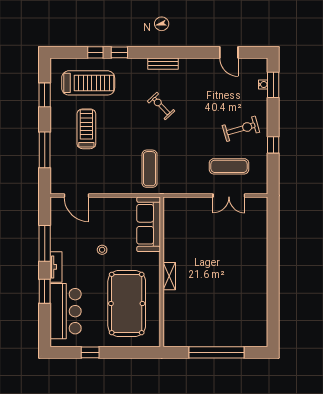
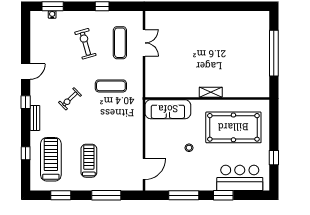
window: (119, 52) -> (26, 102), moved
door: (229, 52) -> (26, 72), moved
bench: (163, 64) -> (35, 118), moved
treadmill: (86, 129) -> (89, 161), turned 90
exercise bike: (241, 129) -> (85, 44), moved
exercise mat: (150, 169) -> (111, 86), moved
tv unit: (56, 267) -> (203, 186), removed

